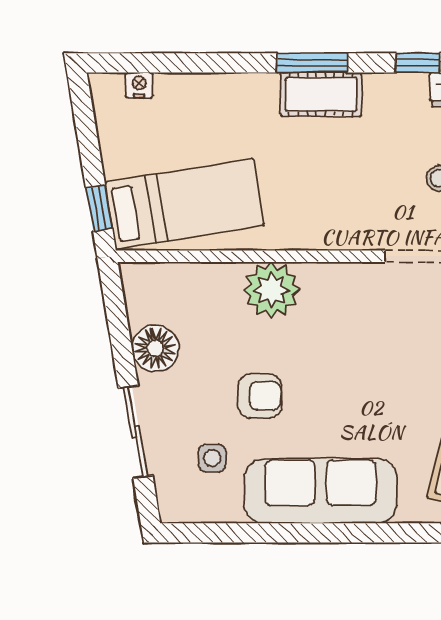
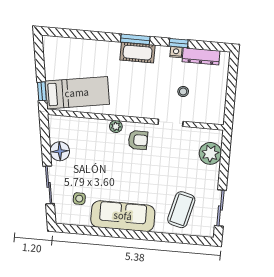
nightstand: (139, 85) -> (176, 52), moved
plant: (272, 290) -> (116, 126), width x0.53, depth x0.53
armchair: (260, 396) -> (138, 140), moved

